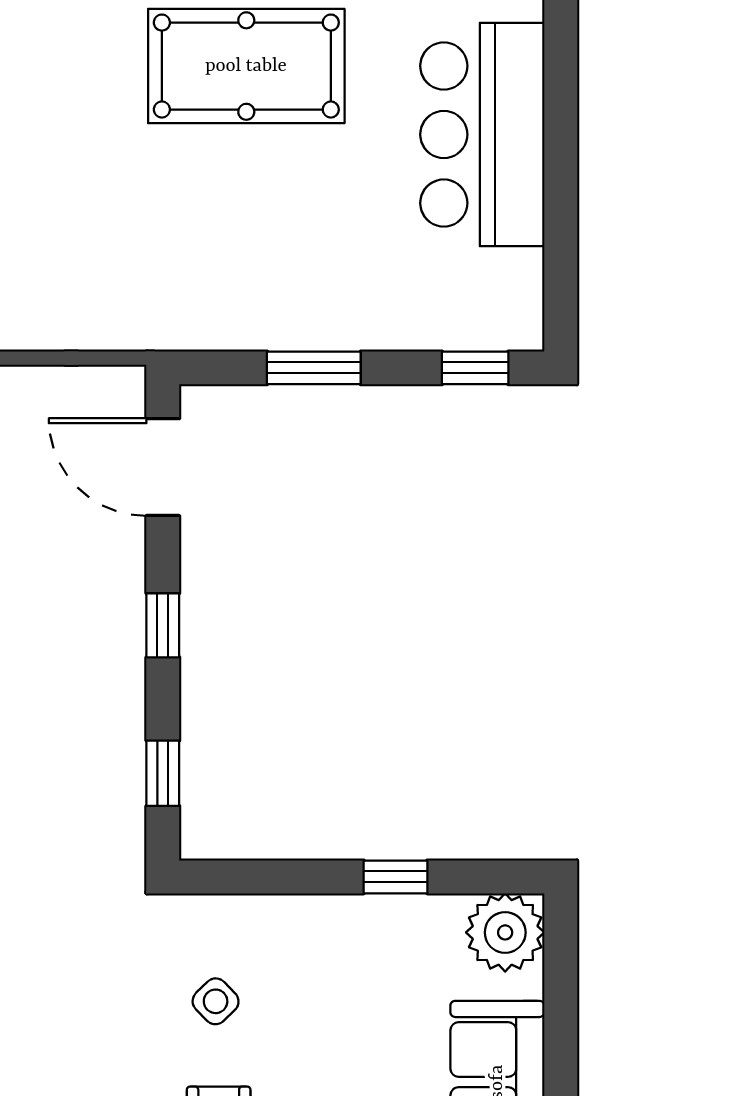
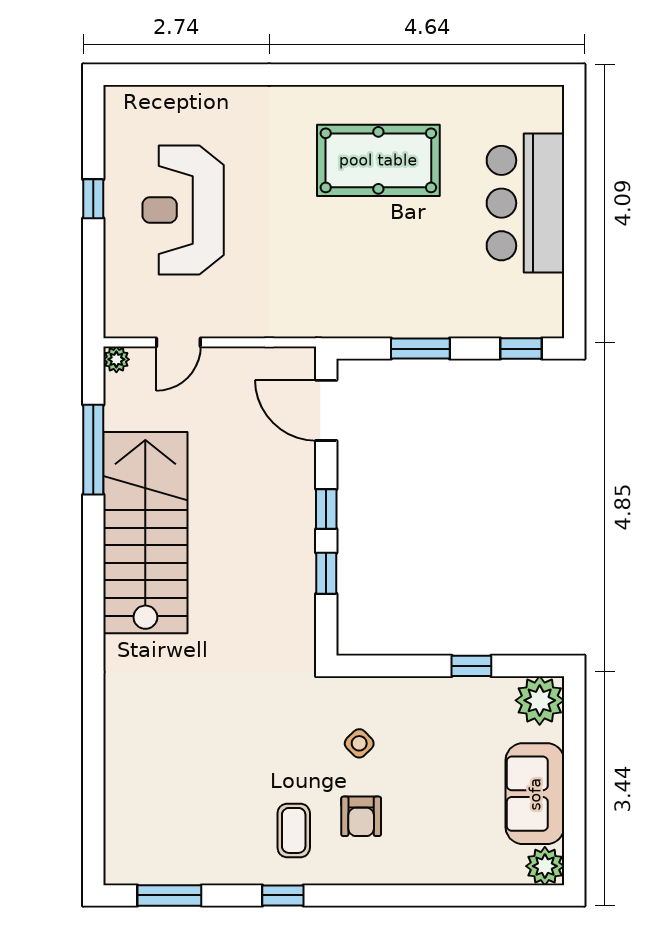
window: (163, 773) -> (326, 573), moved

